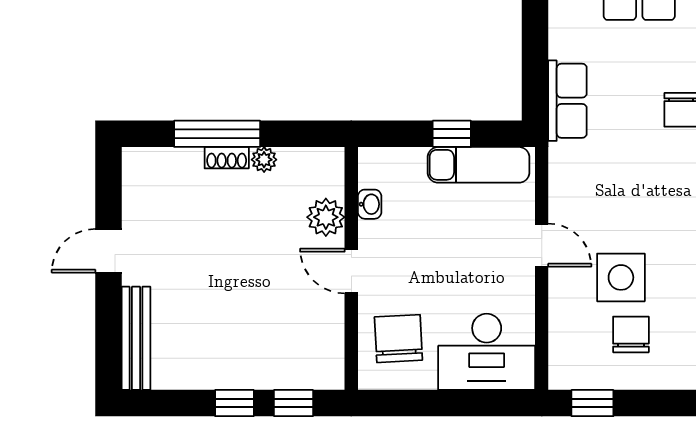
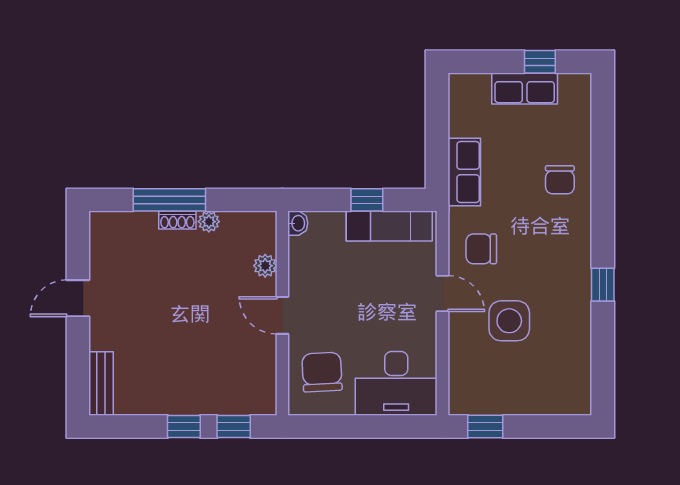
washbasin: (370, 204) -> (298, 223), moved
plant: (326, 217) -> (265, 266), width x0.73, depth x0.73
chair: (631, 334) -> (481, 249), moved, turned -90
bench: (136, 338) -> (101, 384), width x0.73

